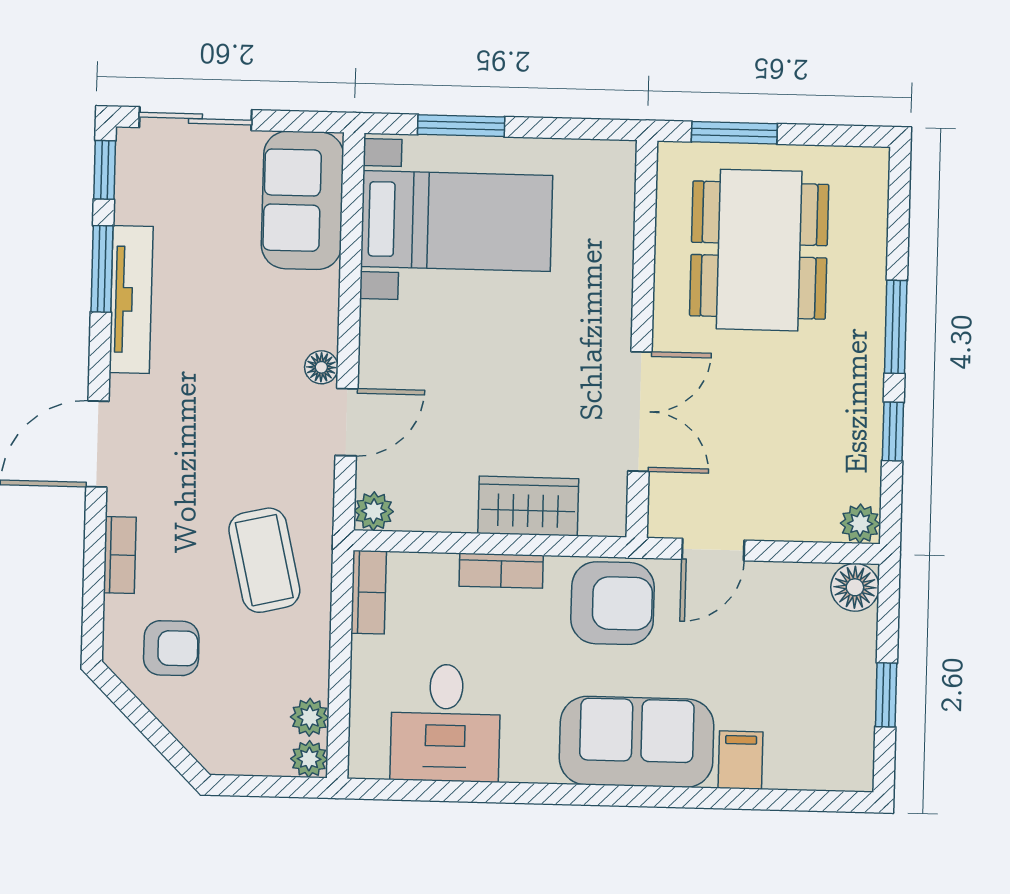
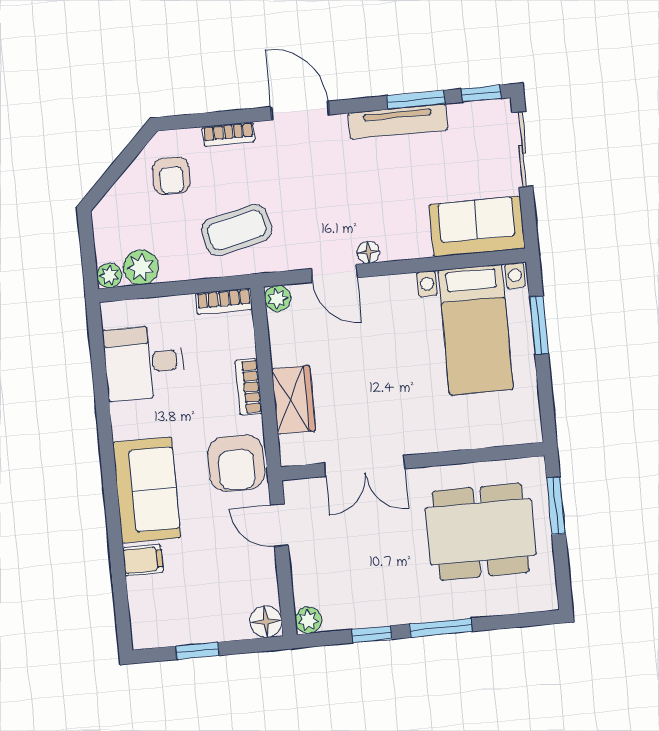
plant: (310, 717) -> (141, 267), width x1.38, depth x1.38

